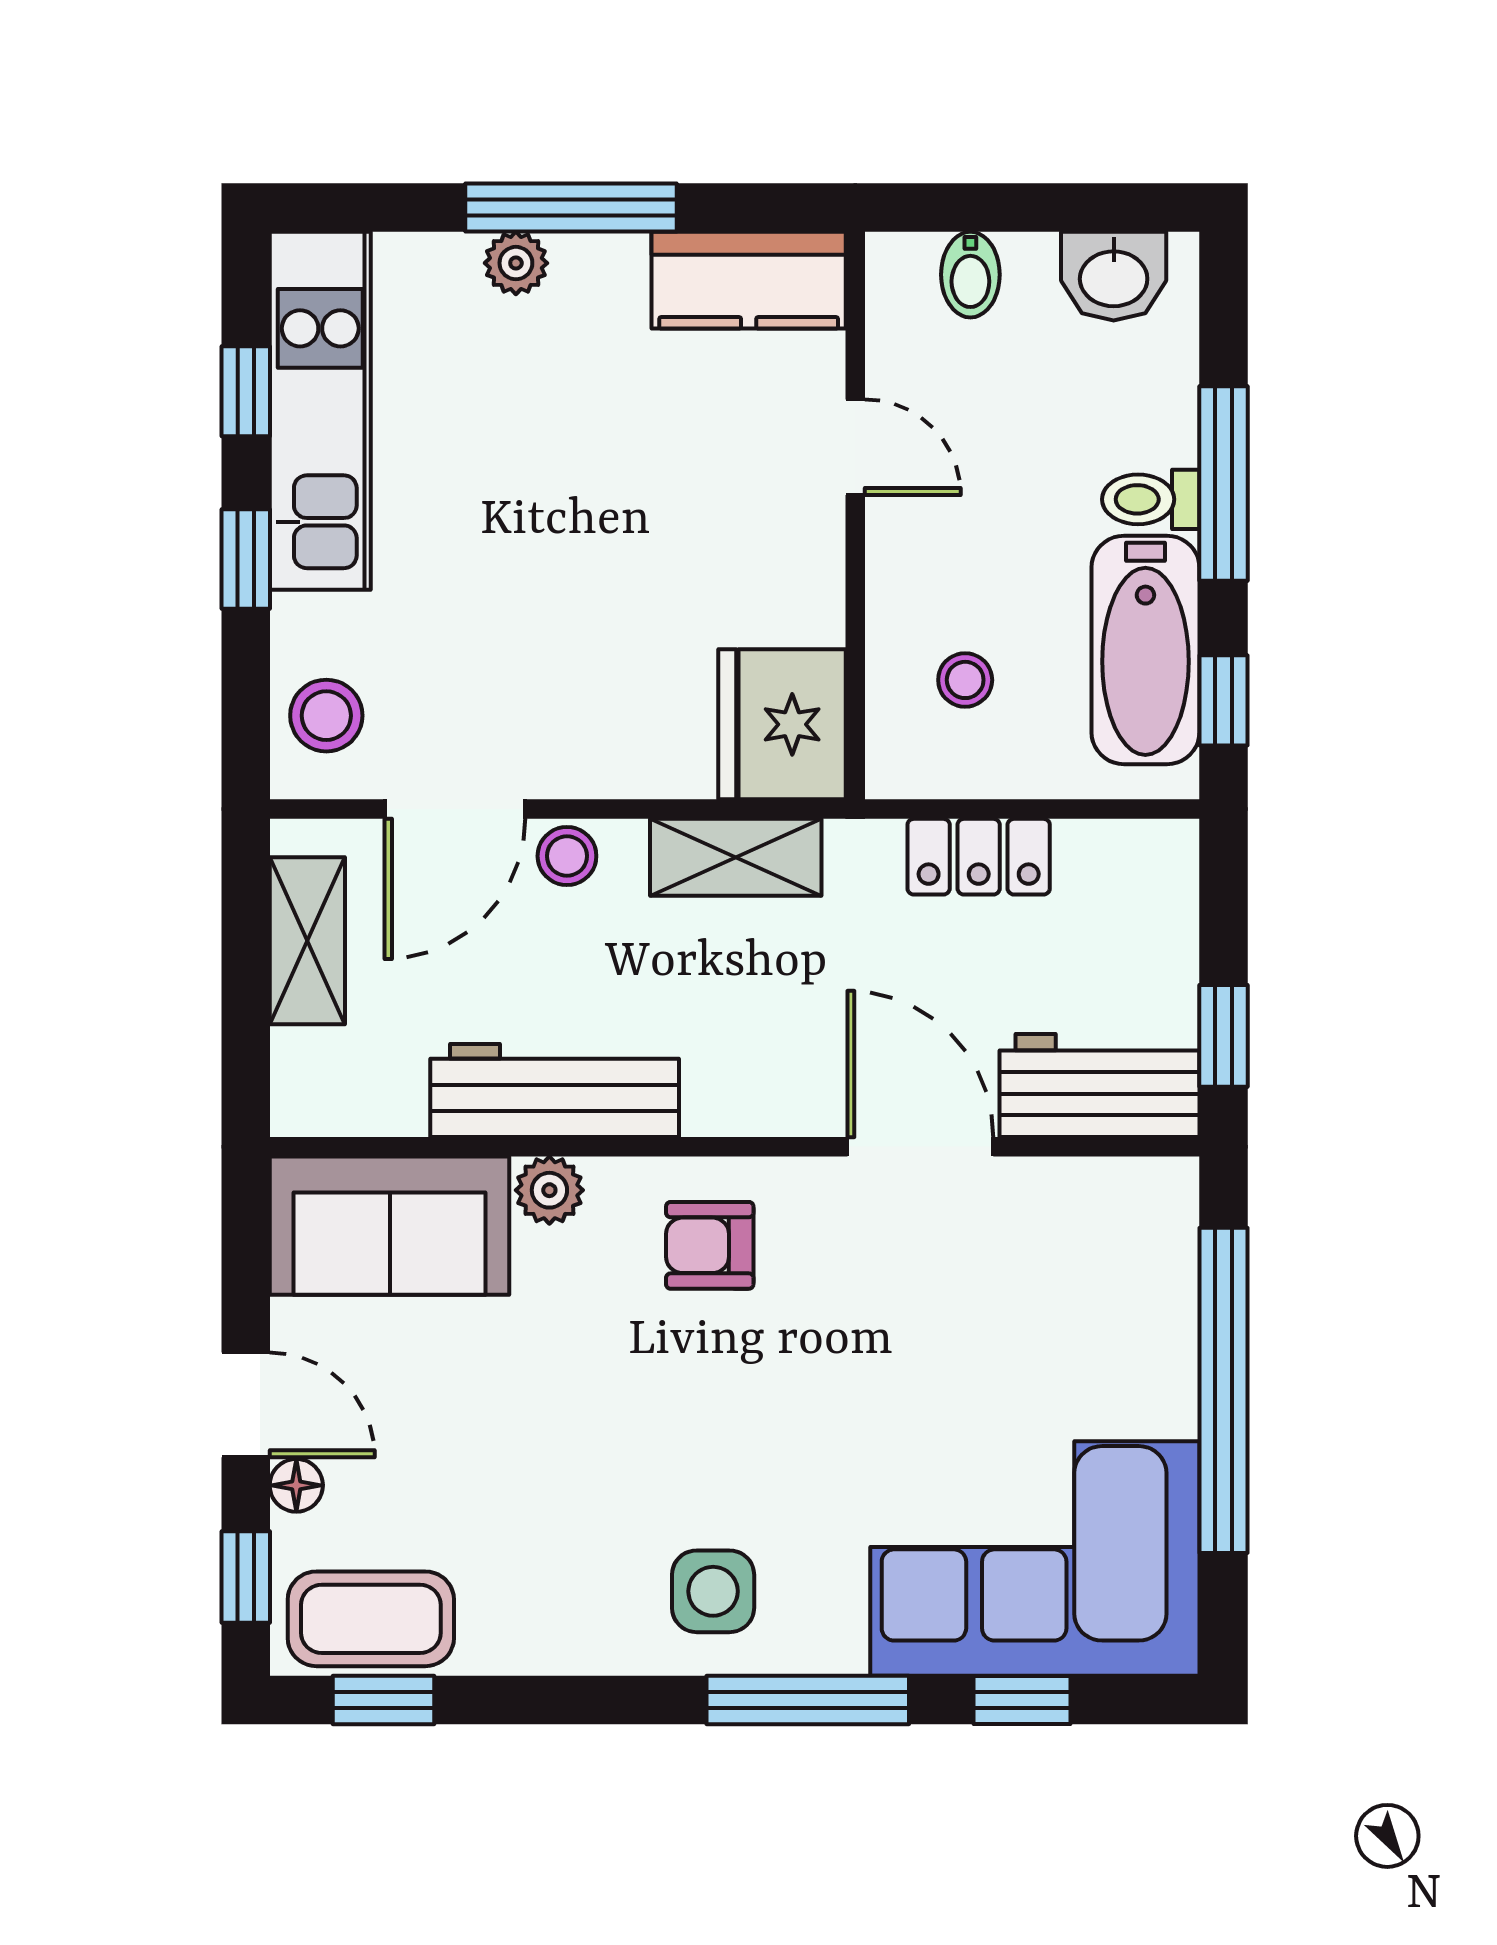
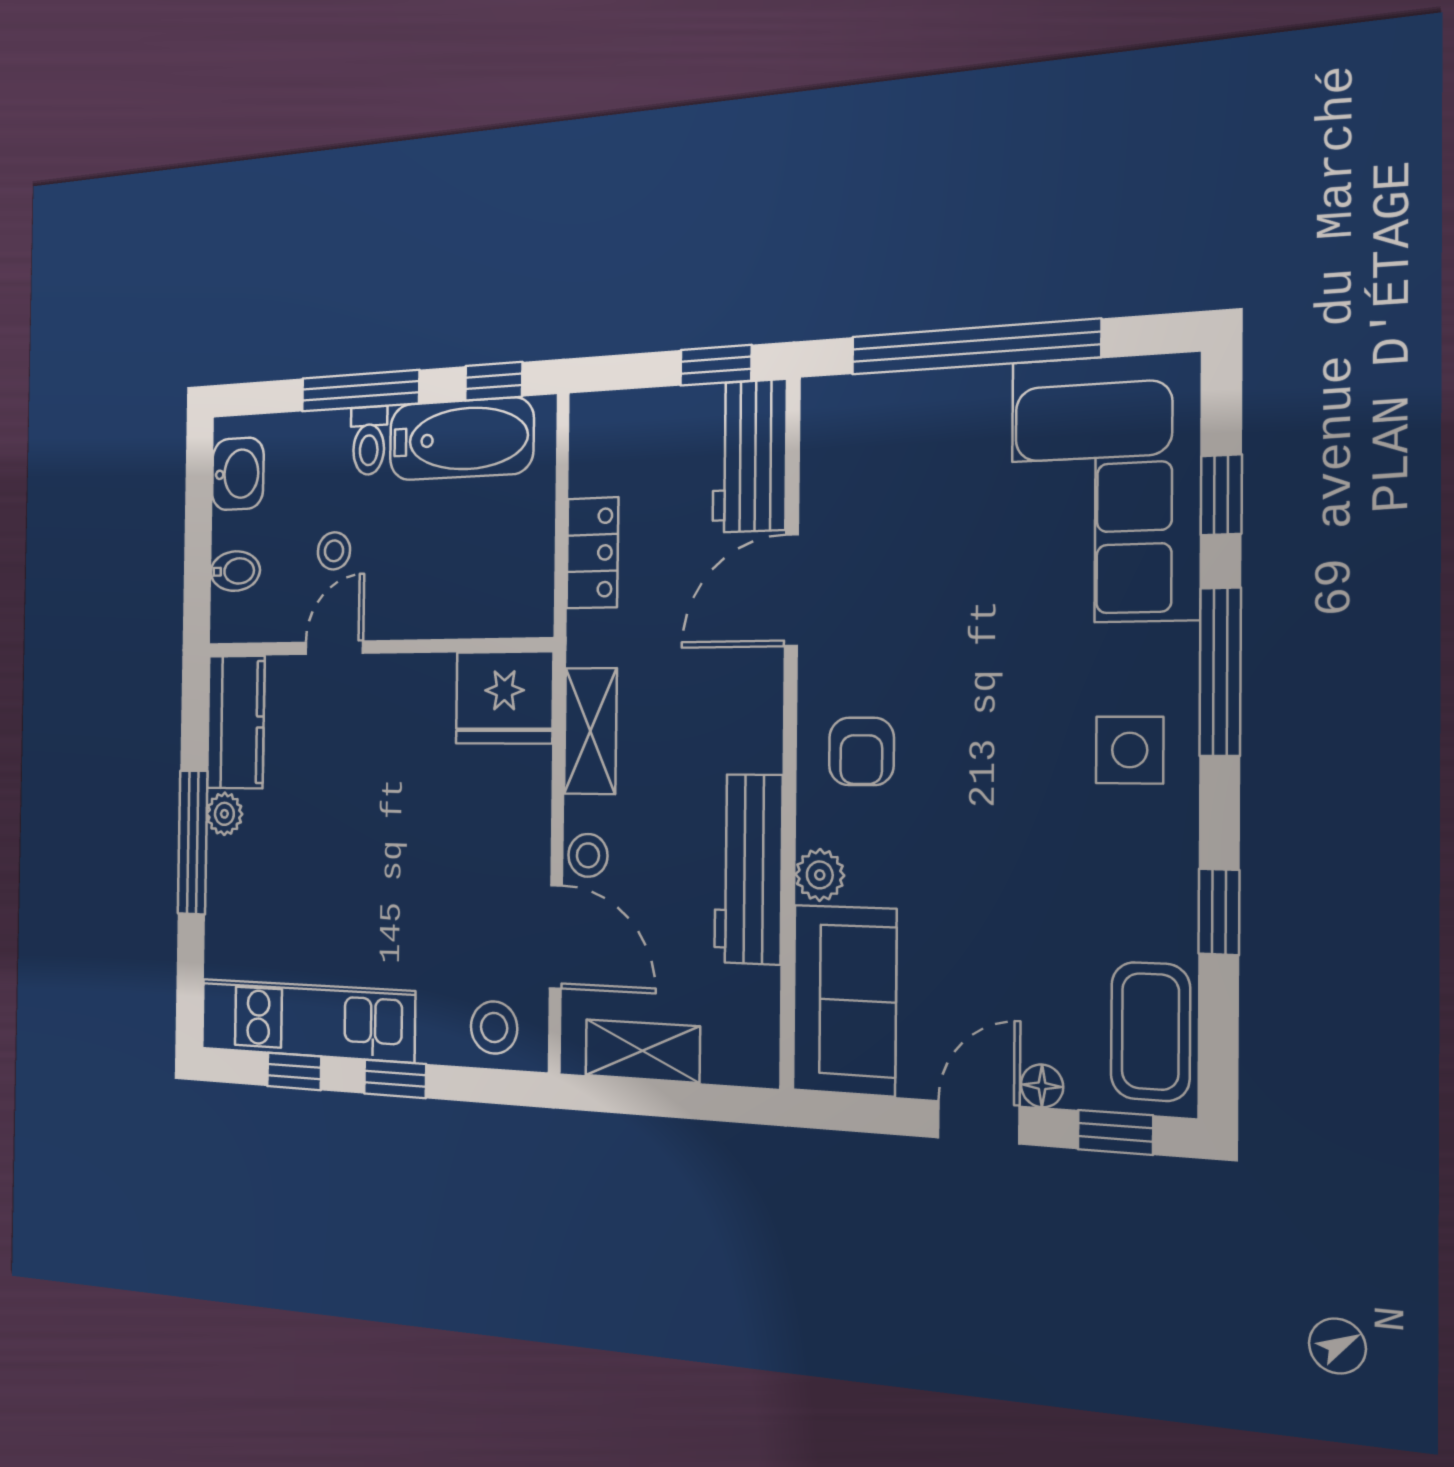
plant: (516, 263) -> (224, 814), moved
stool: (965, 680) -> (334, 551), moved
window: (384, 1700) -> (1219, 912), moved

